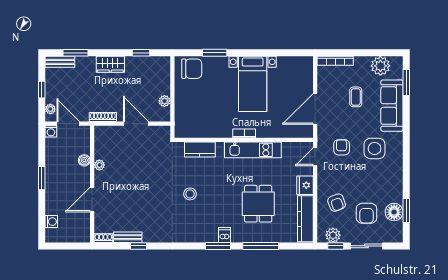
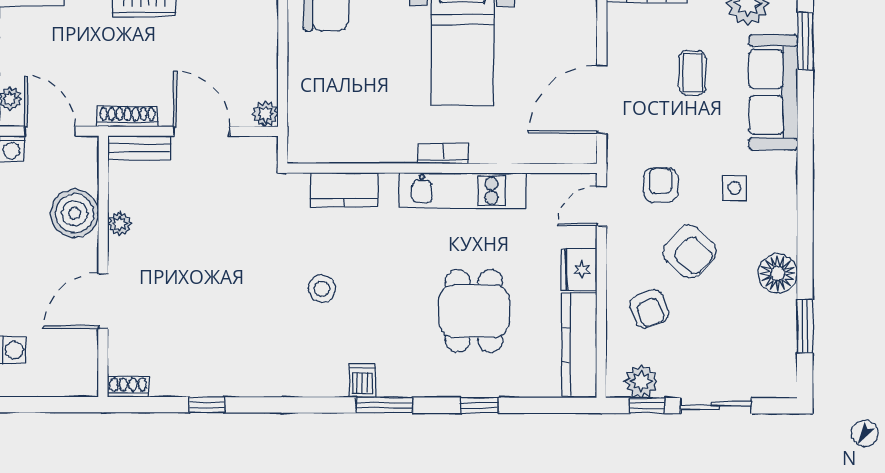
plant: (164, 101) -> (265, 114), moved
side table: (375, 148) -> (734, 188), width x0.54, depth x0.54
boiler: (84, 160) -> (75, 213), width x1.86, depth x1.86
floor lamp: (394, 212) -> (778, 273), moved
armchair: (366, 213) -> (690, 252), moved, turned -47
dishwasher: (225, 235) -> (362, 381), moved
bench: (128, 237) -> (139, 148), moved
window: (261, 246) -> (480, 405), width x0.46

